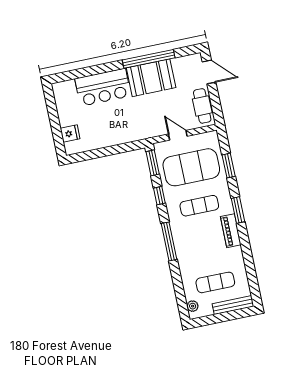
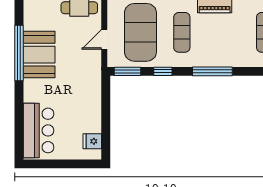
bar counter: (103, 87) -> (39, 130), moved
fridge: (70, 134) -> (92, 141), moved, turned -90

